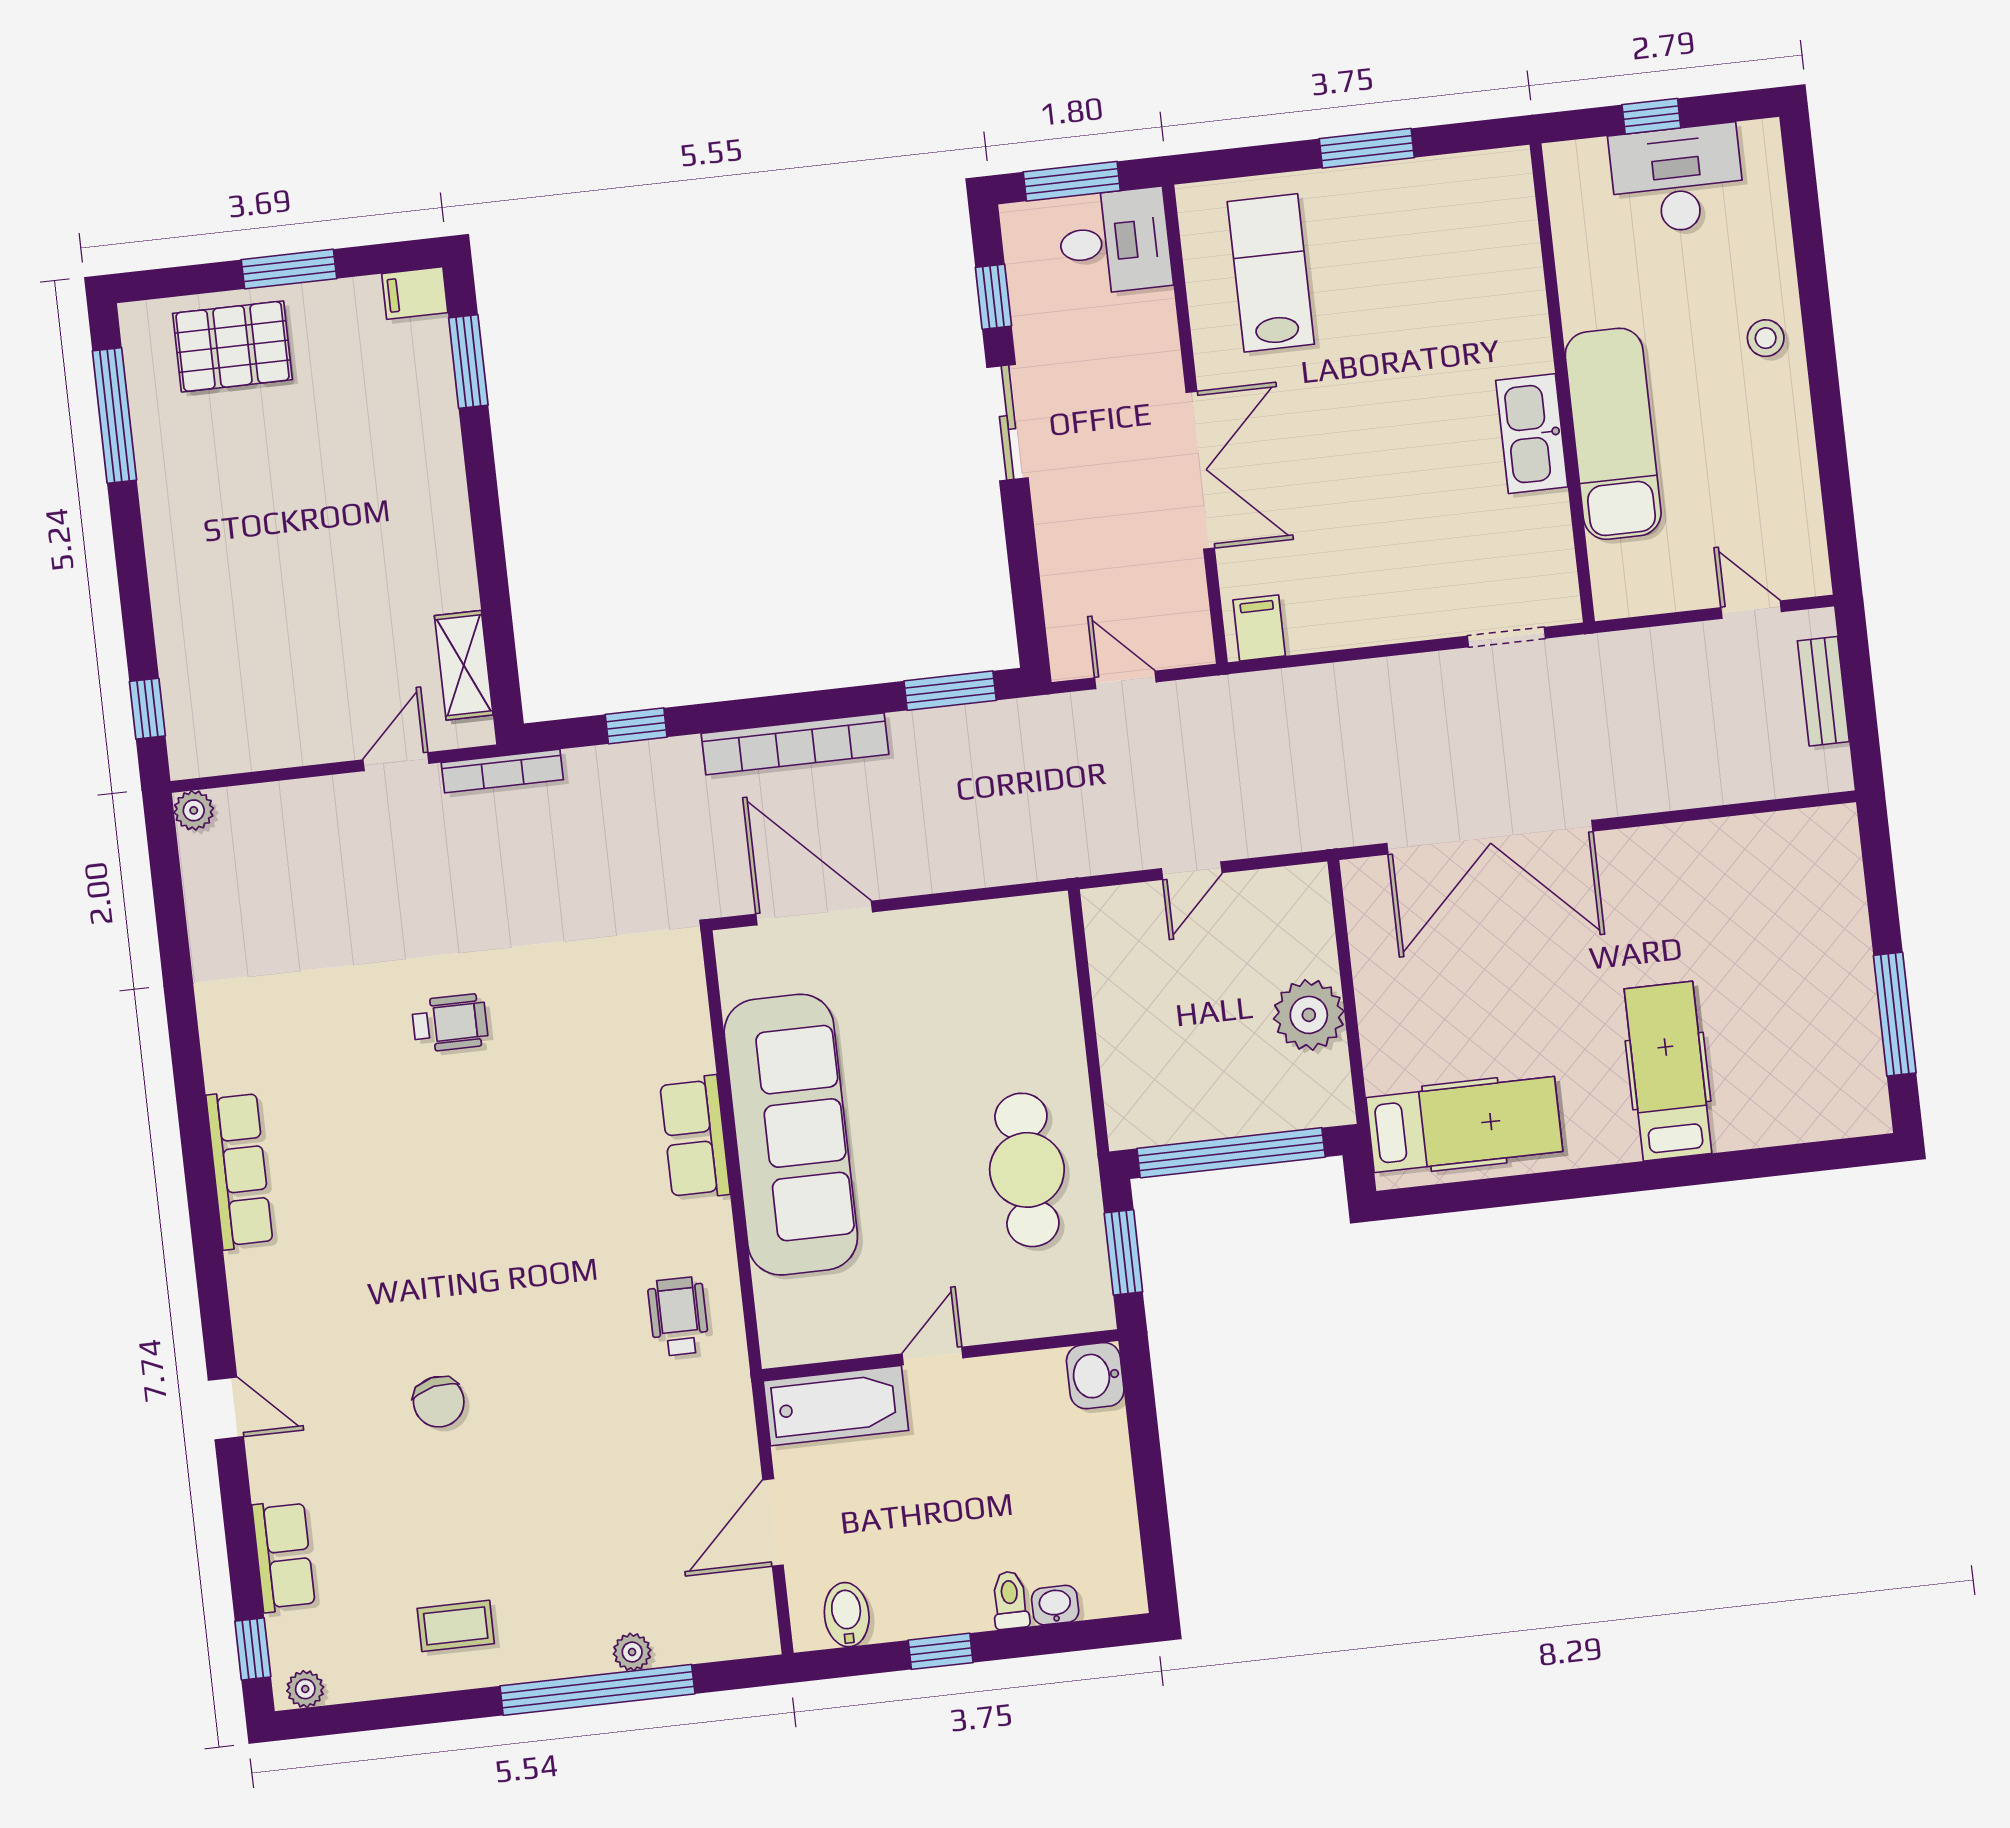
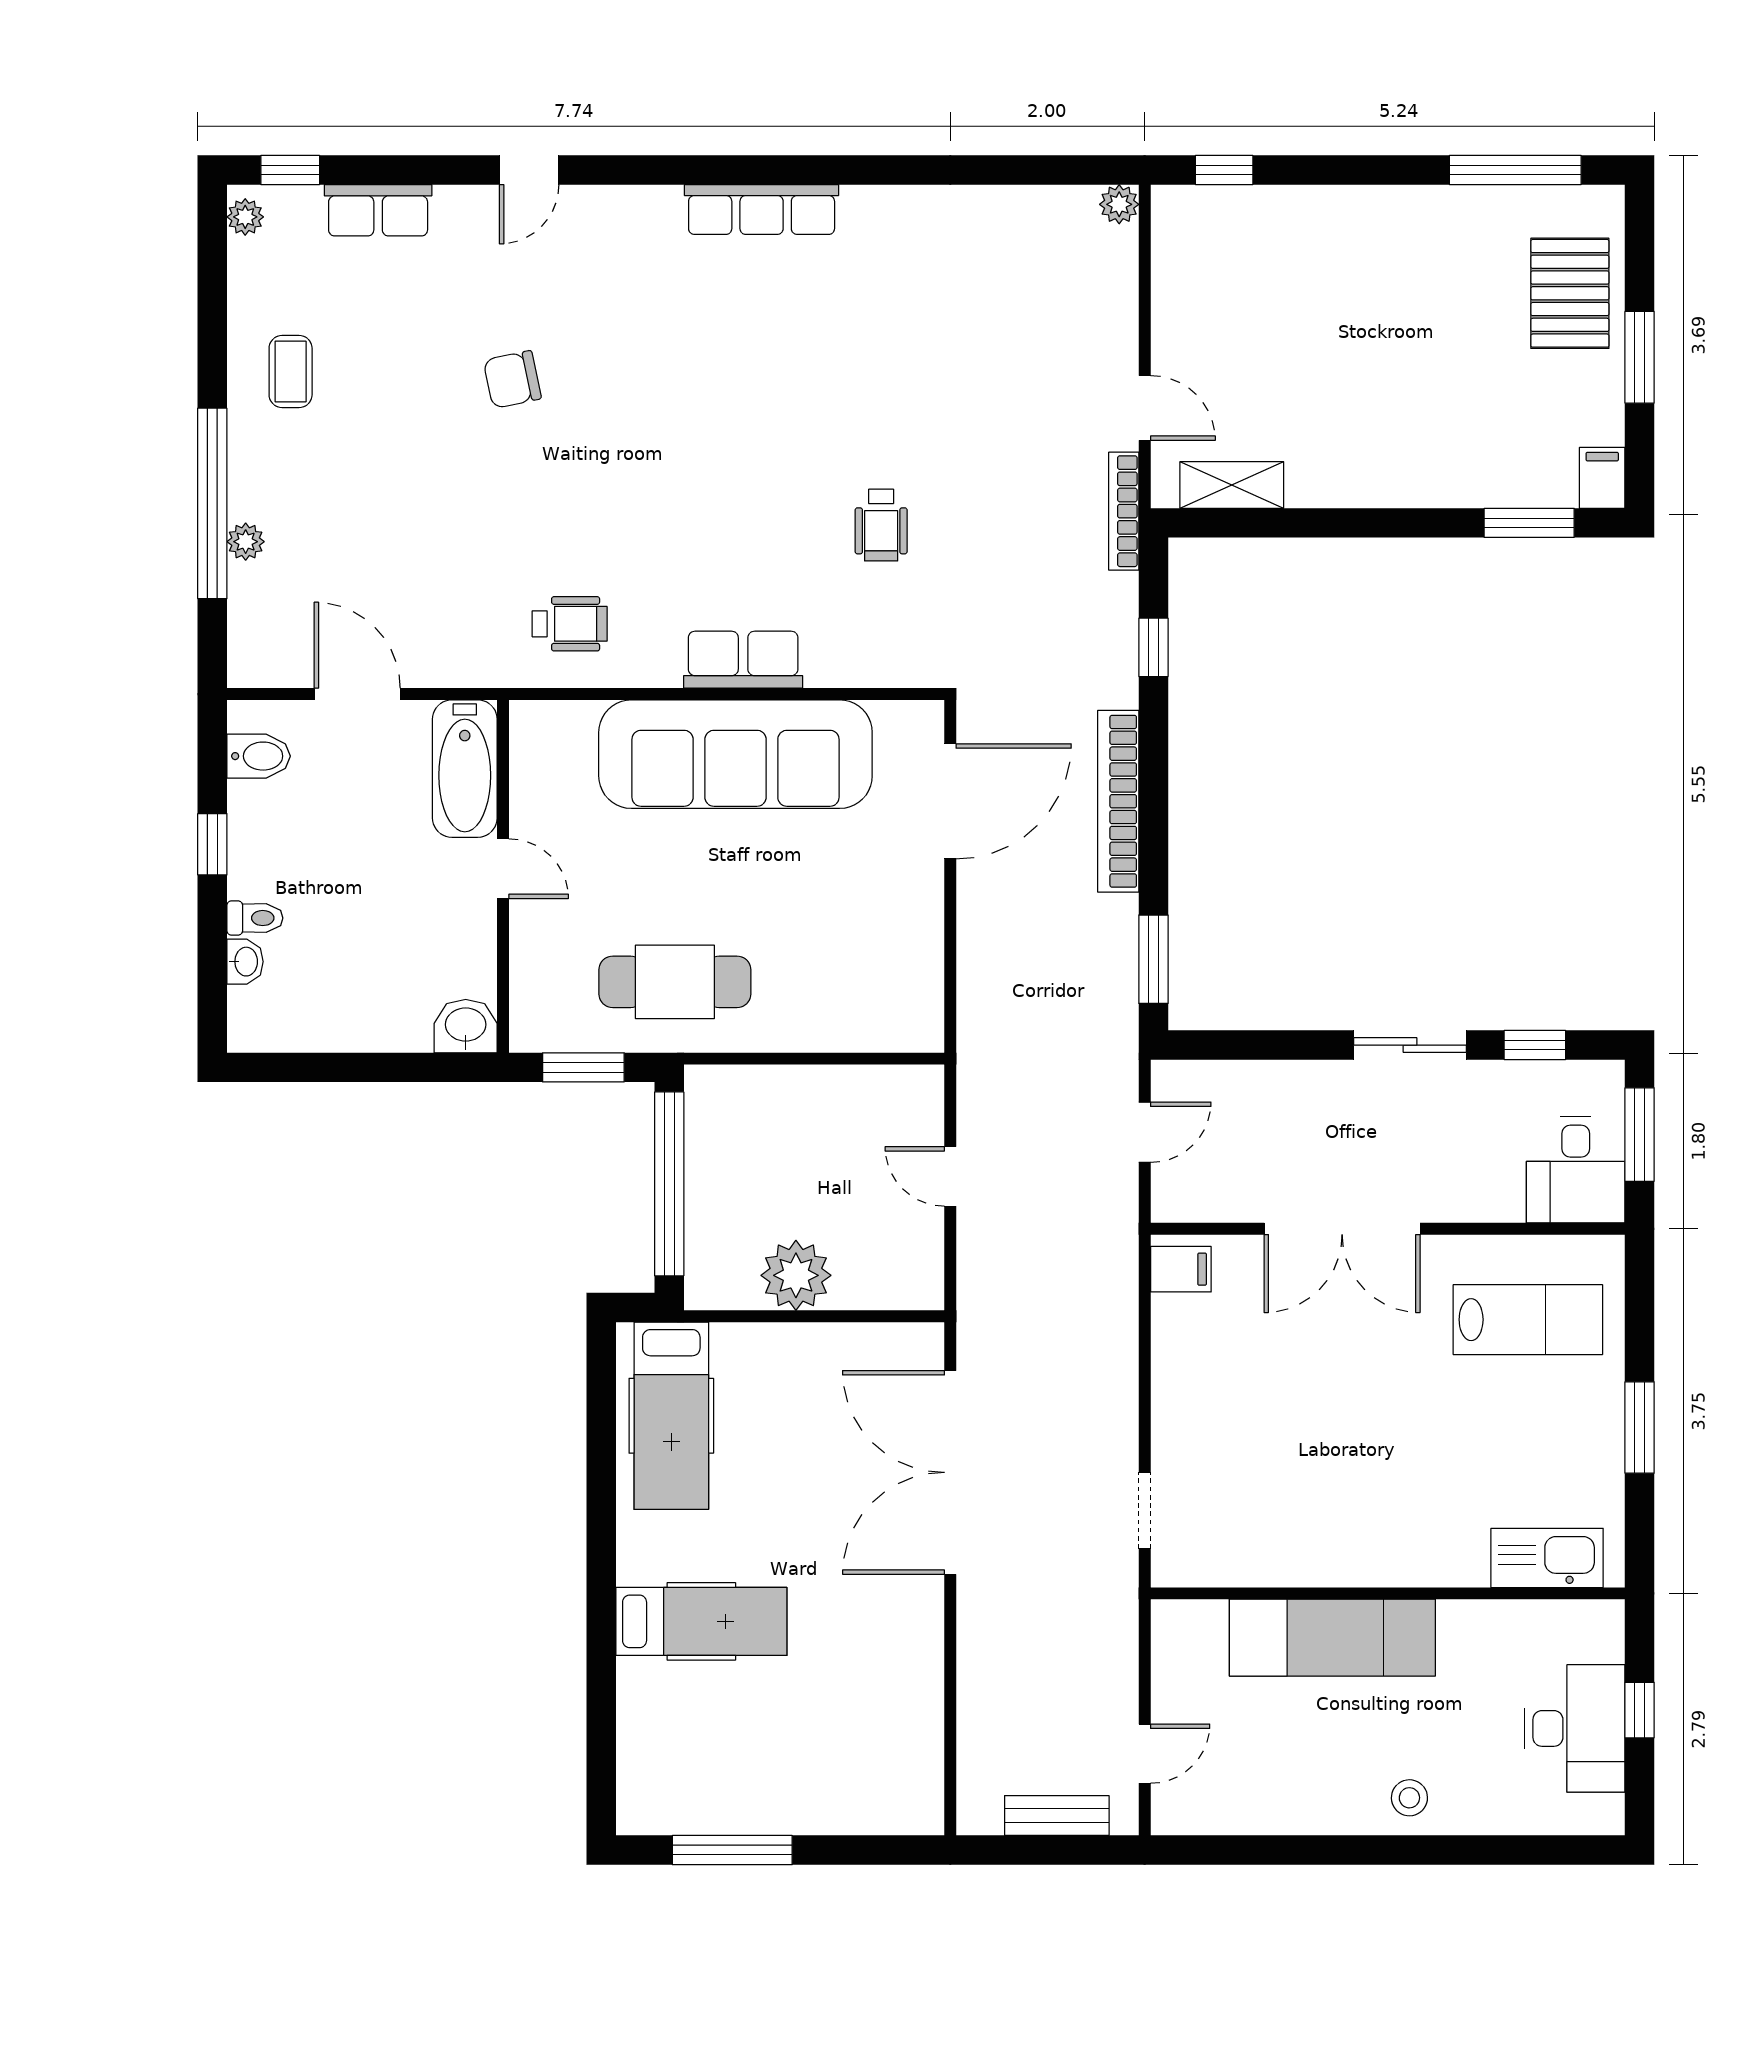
kitchen sink: (1532, 434) -> (1547, 1558), moved
wheelchair: (450, 1023) -> (881, 525), moved

